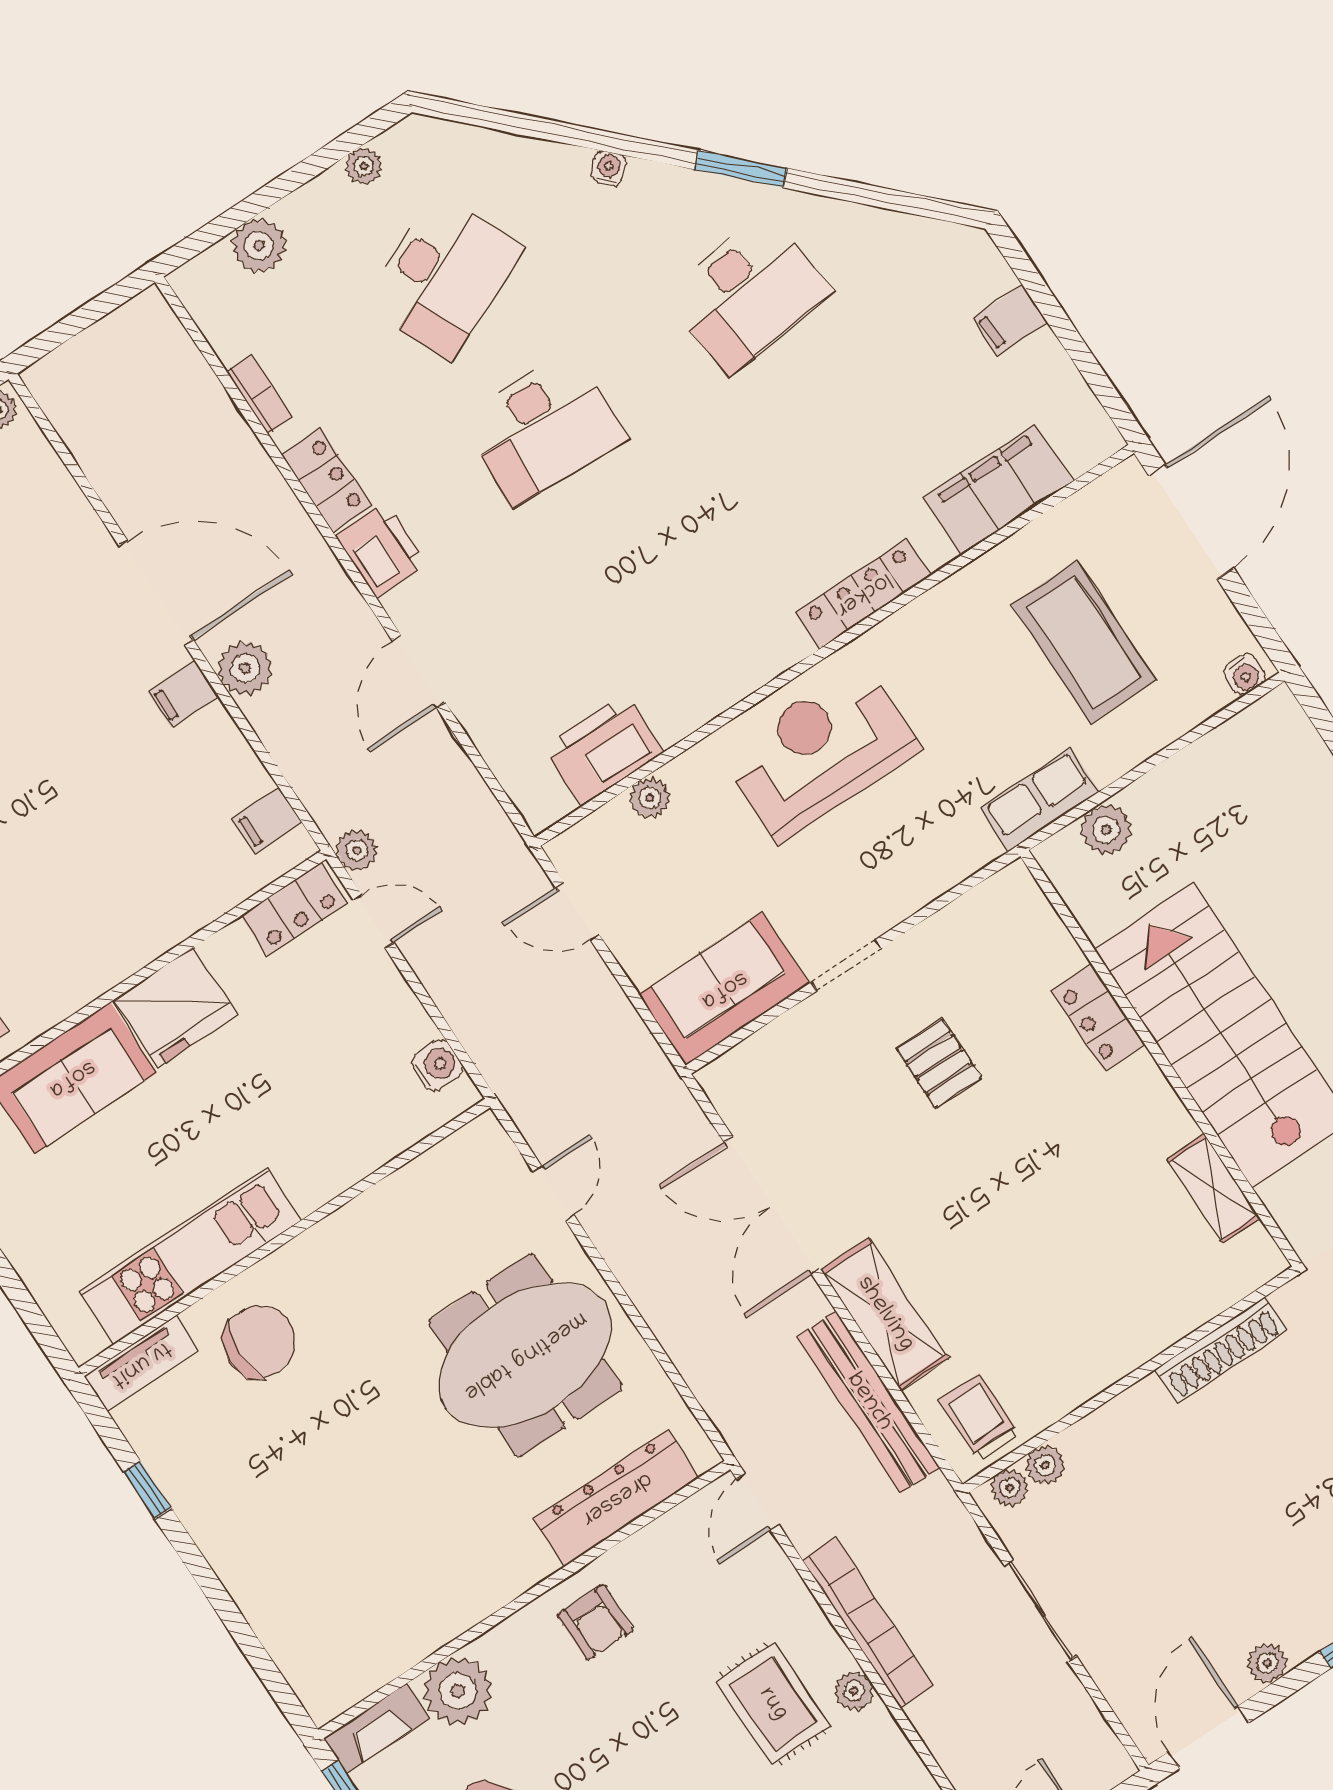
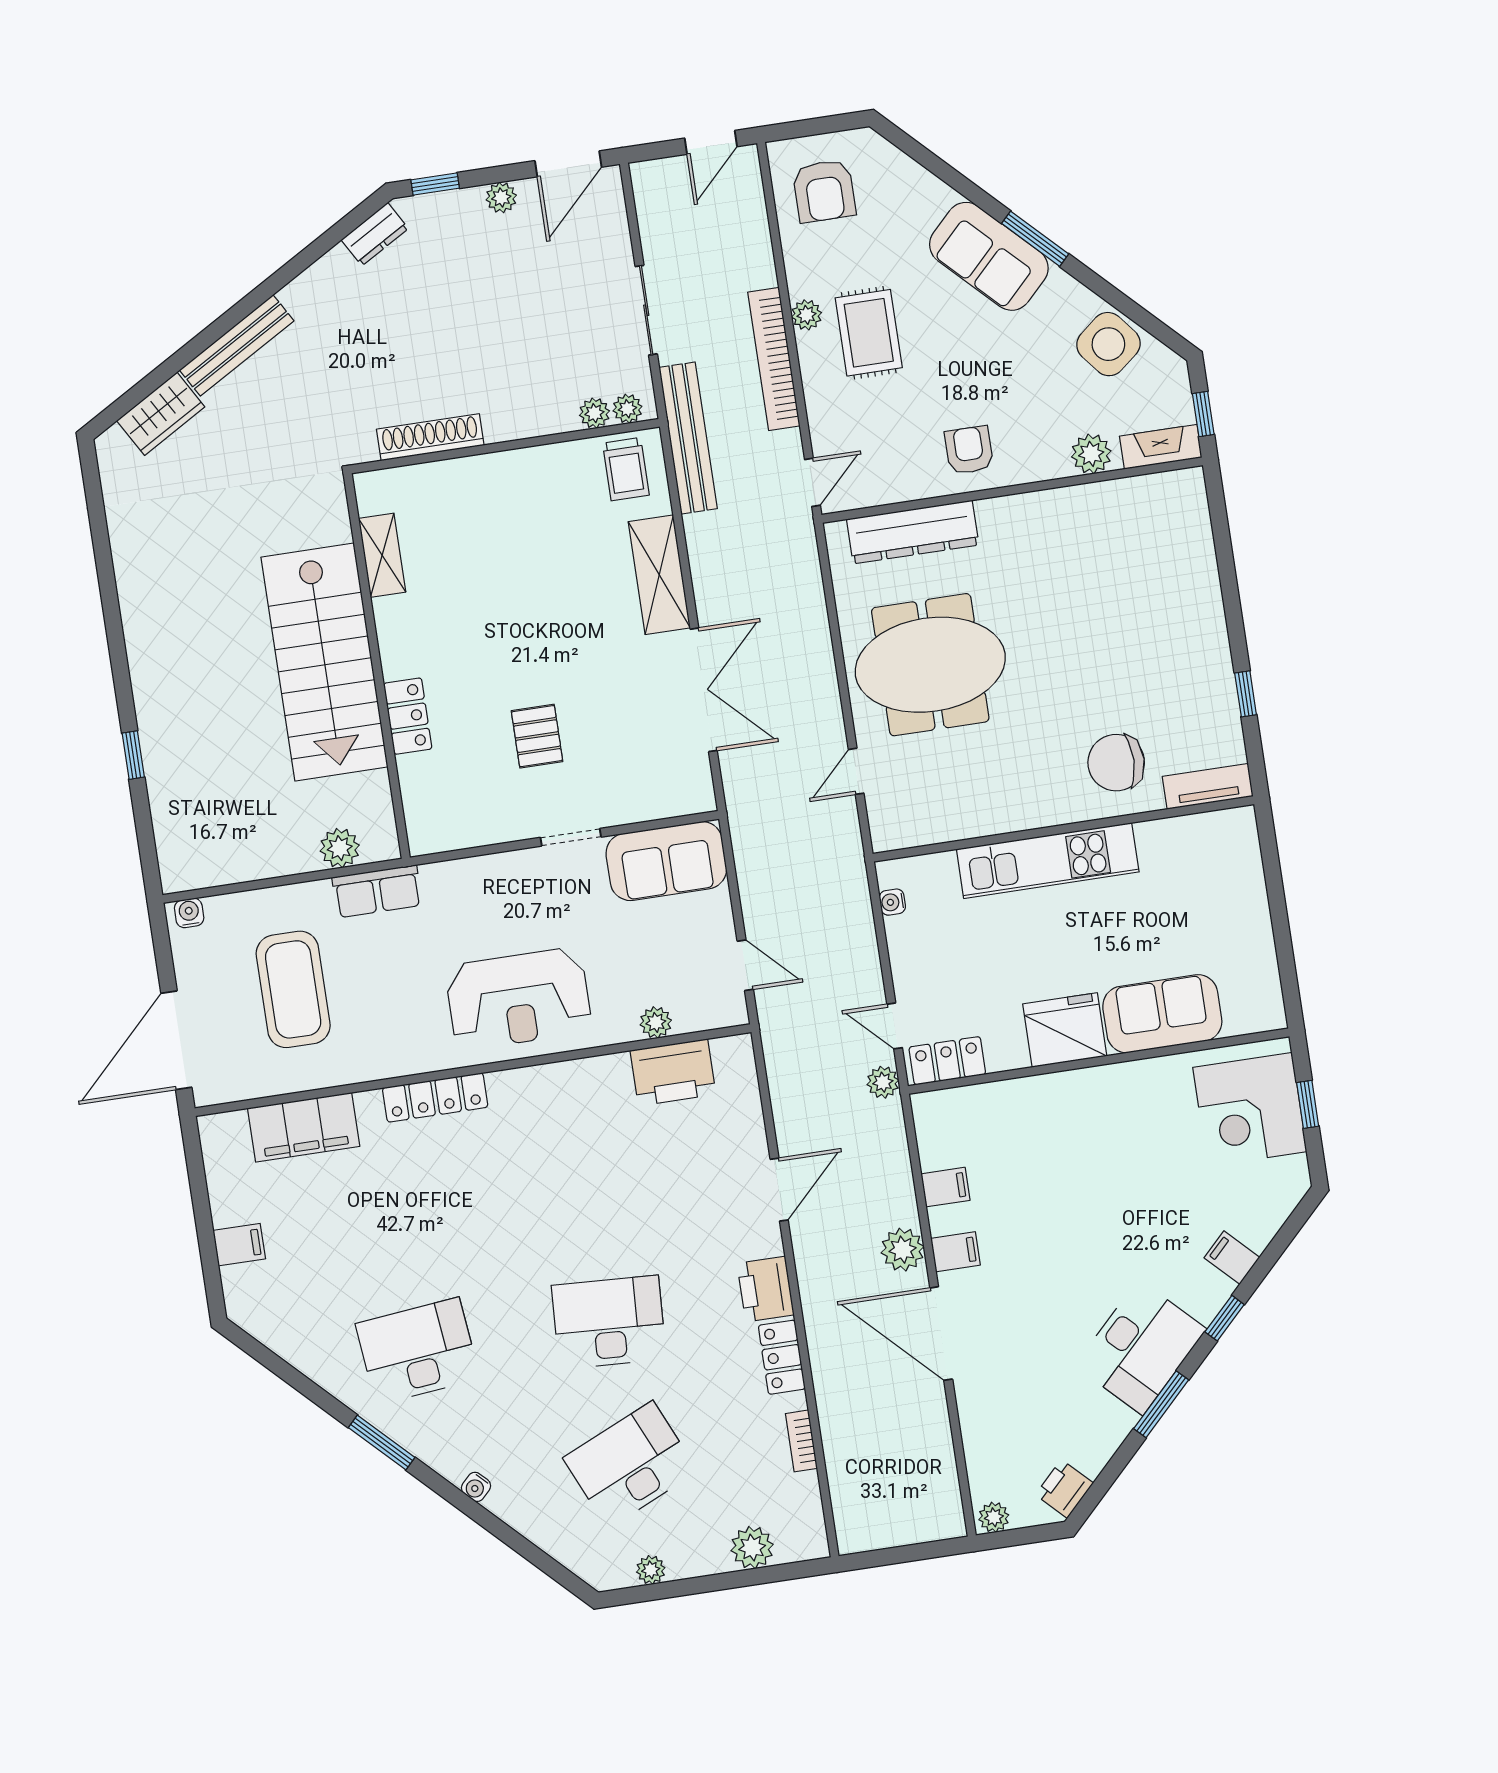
filing cabinet: (267, 820) -> (946, 1187), moved
water cooler: (437, 1066) -> (892, 902), width x0.72, depth x0.72
kitchen unit: (190, 1256) -> (1048, 861), moved
bench: (869, 1402) -> (688, 438), moved
plant: (458, 1691) -> (1091, 454), width x0.73, depth x0.73

